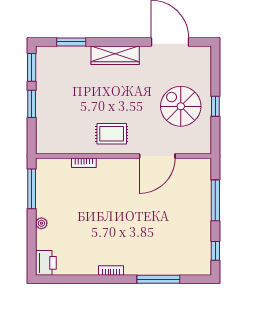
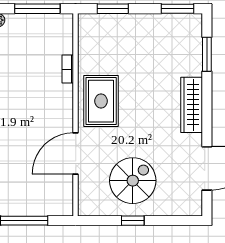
window: (32, 104) -> (113, 9), moved
rug: (112, 134) -> (101, 101), width x1.36, depth x1.43
door: (157, 156) -> (76, 154), hinge flipped

